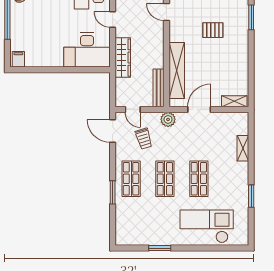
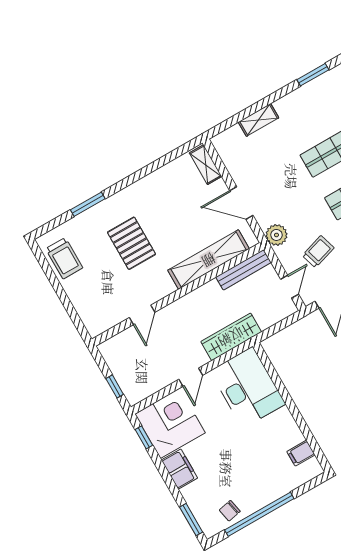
pallet: (213, 30) -> (131, 243), width x1.50, depth x1.42
filing cabinet: (18, 59) -> (301, 453), moved

